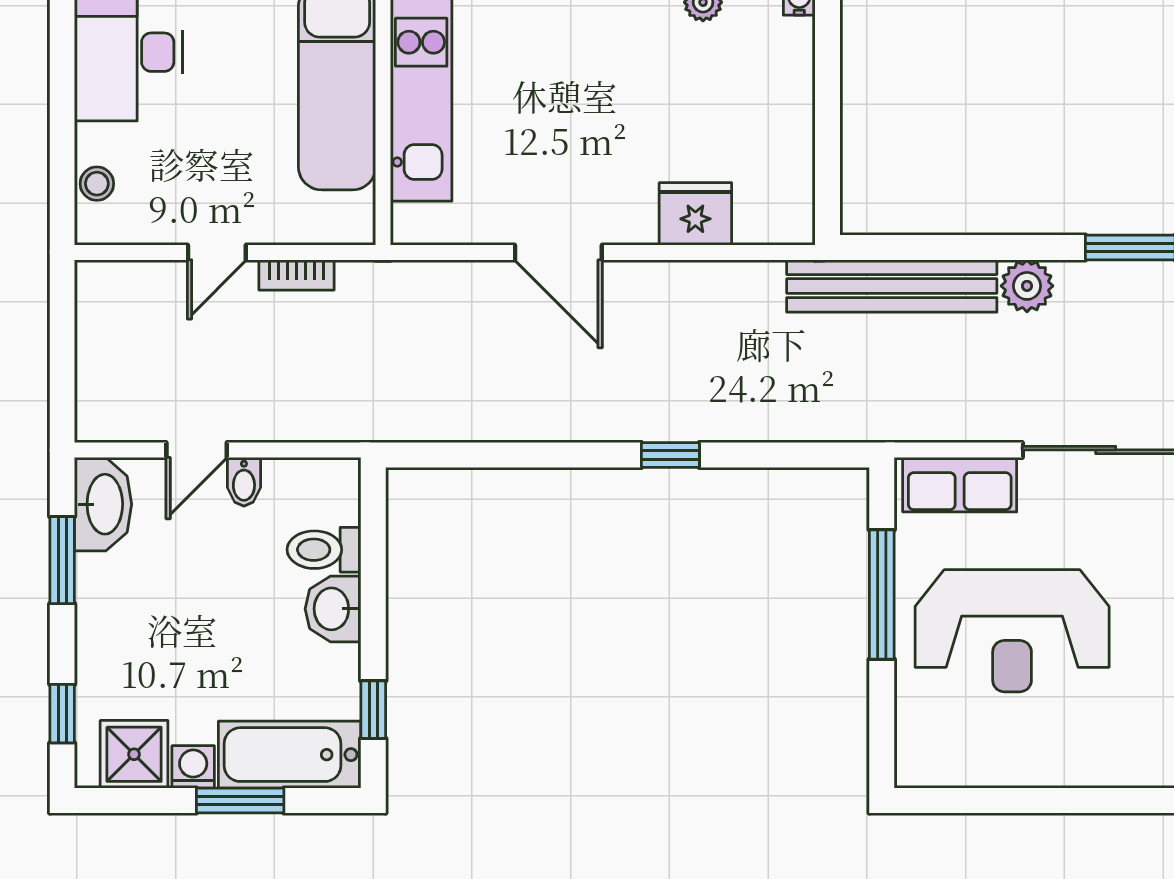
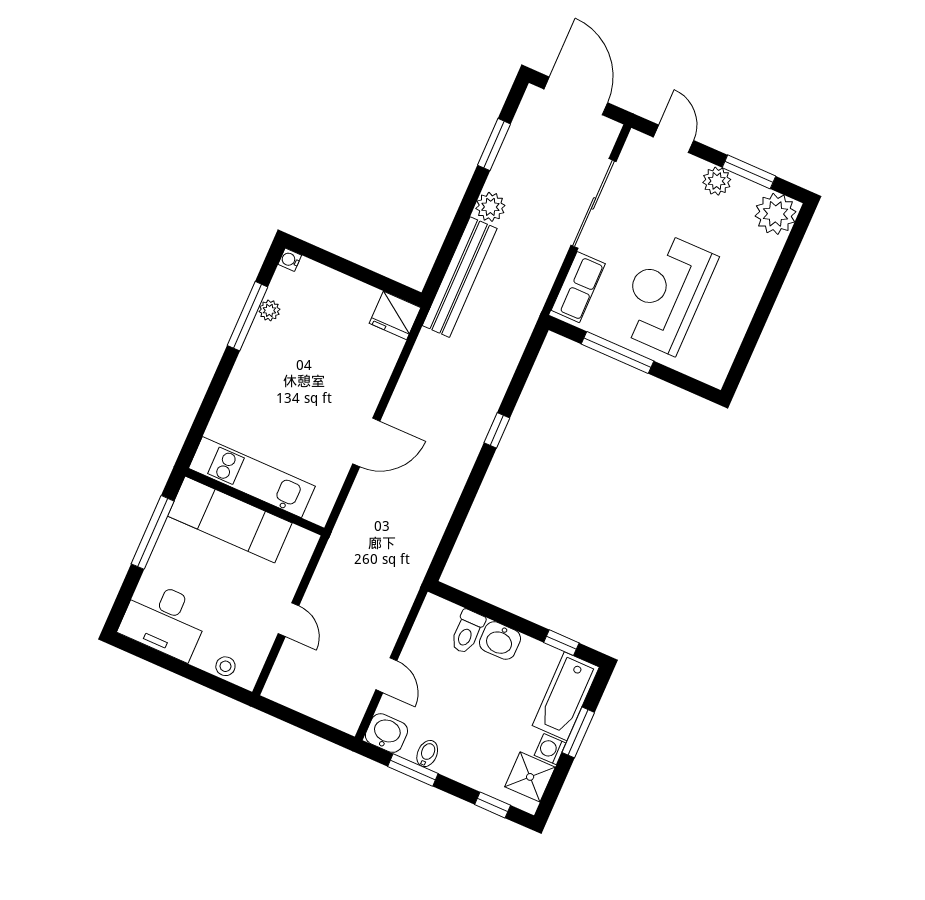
fridge: (695, 214) -> (395, 315), moved, turned -90
bookcase: (297, 275) -> (318, 583), removed
bidet: (244, 482) -> (427, 754), moved, turned -90
washbasin: (103, 504) -> (386, 733), width x0.72
reception desk: (1012, 631) -> (666, 293), turned 180

